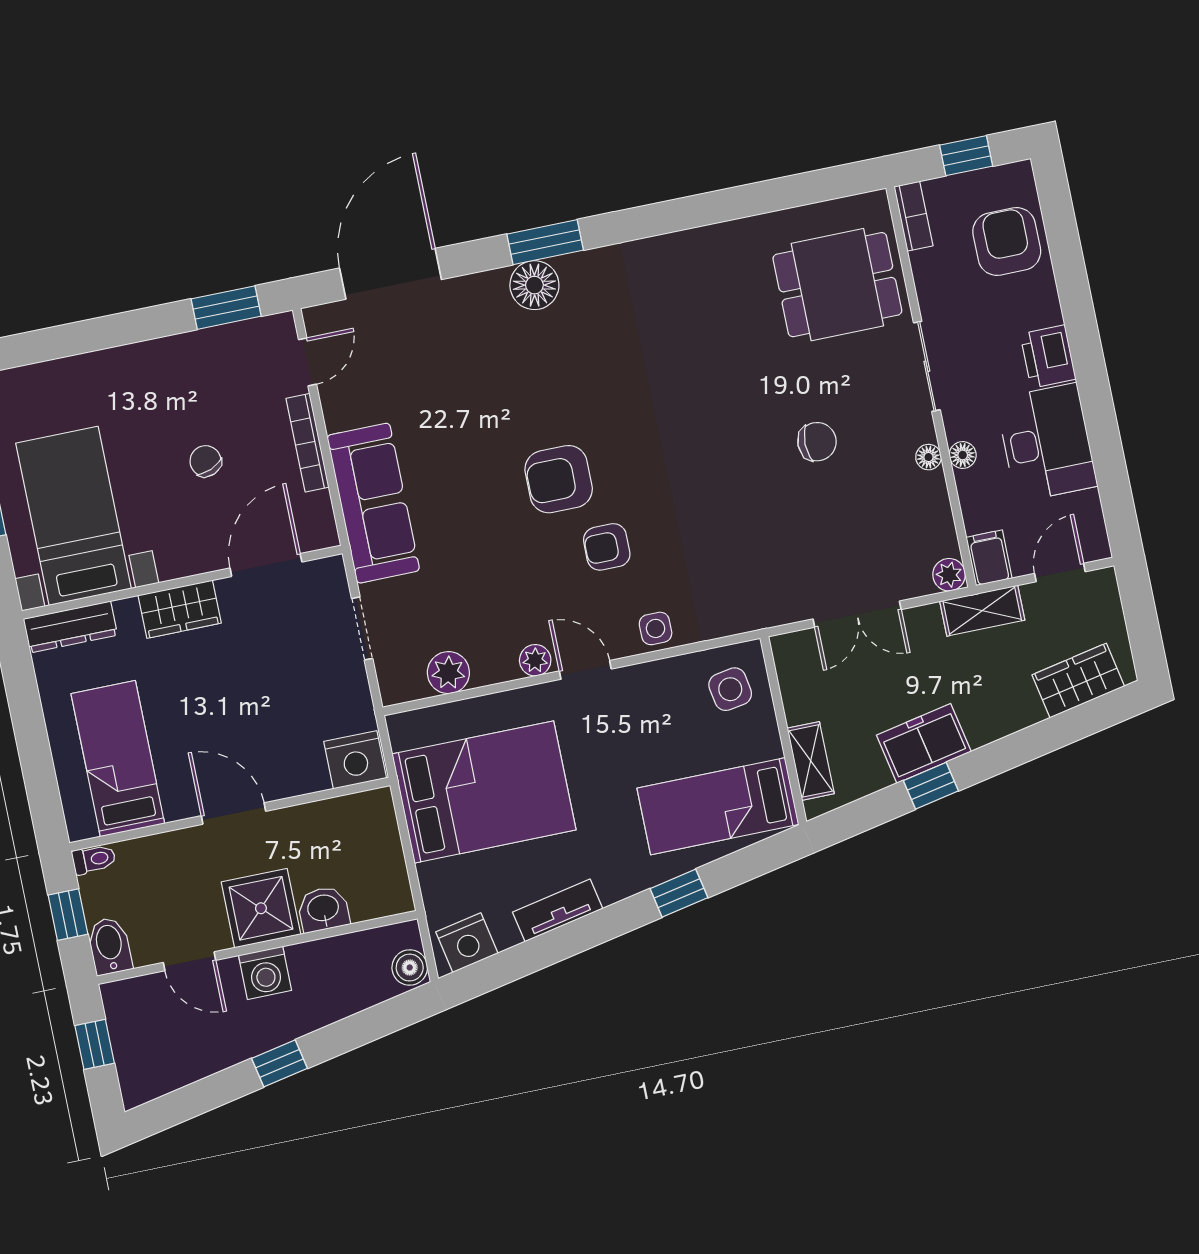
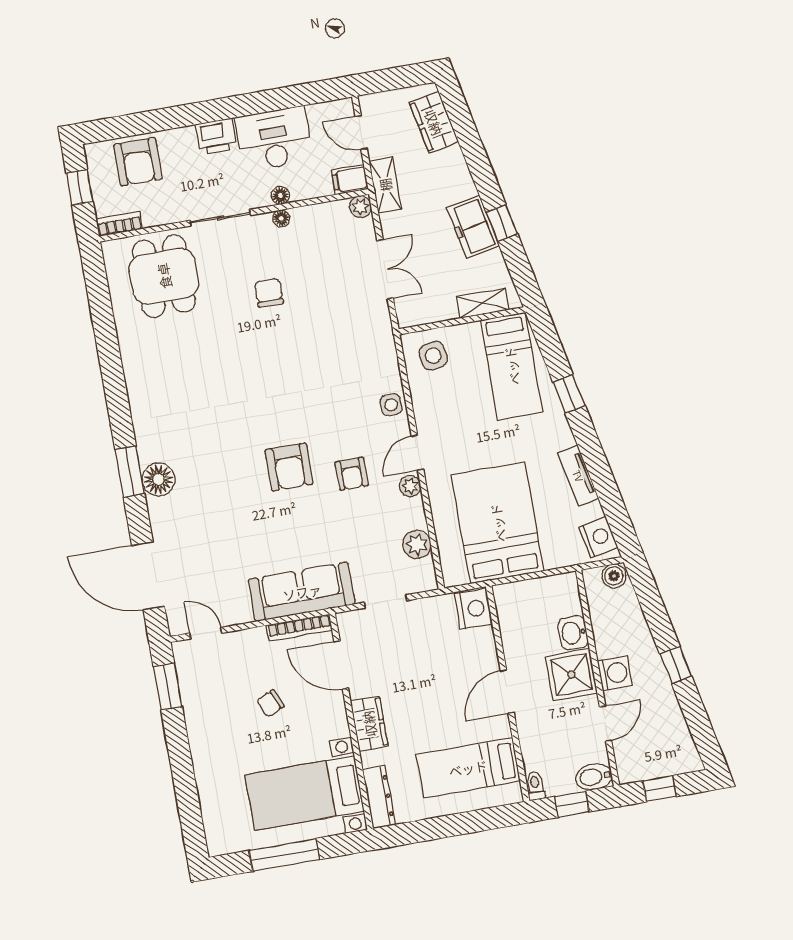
armchair: (1007, 241) -> (138, 162), turned -90
bookcase: (308, 443) -> (299, 628), moved
armchair: (607, 547) -> (352, 474), moved

